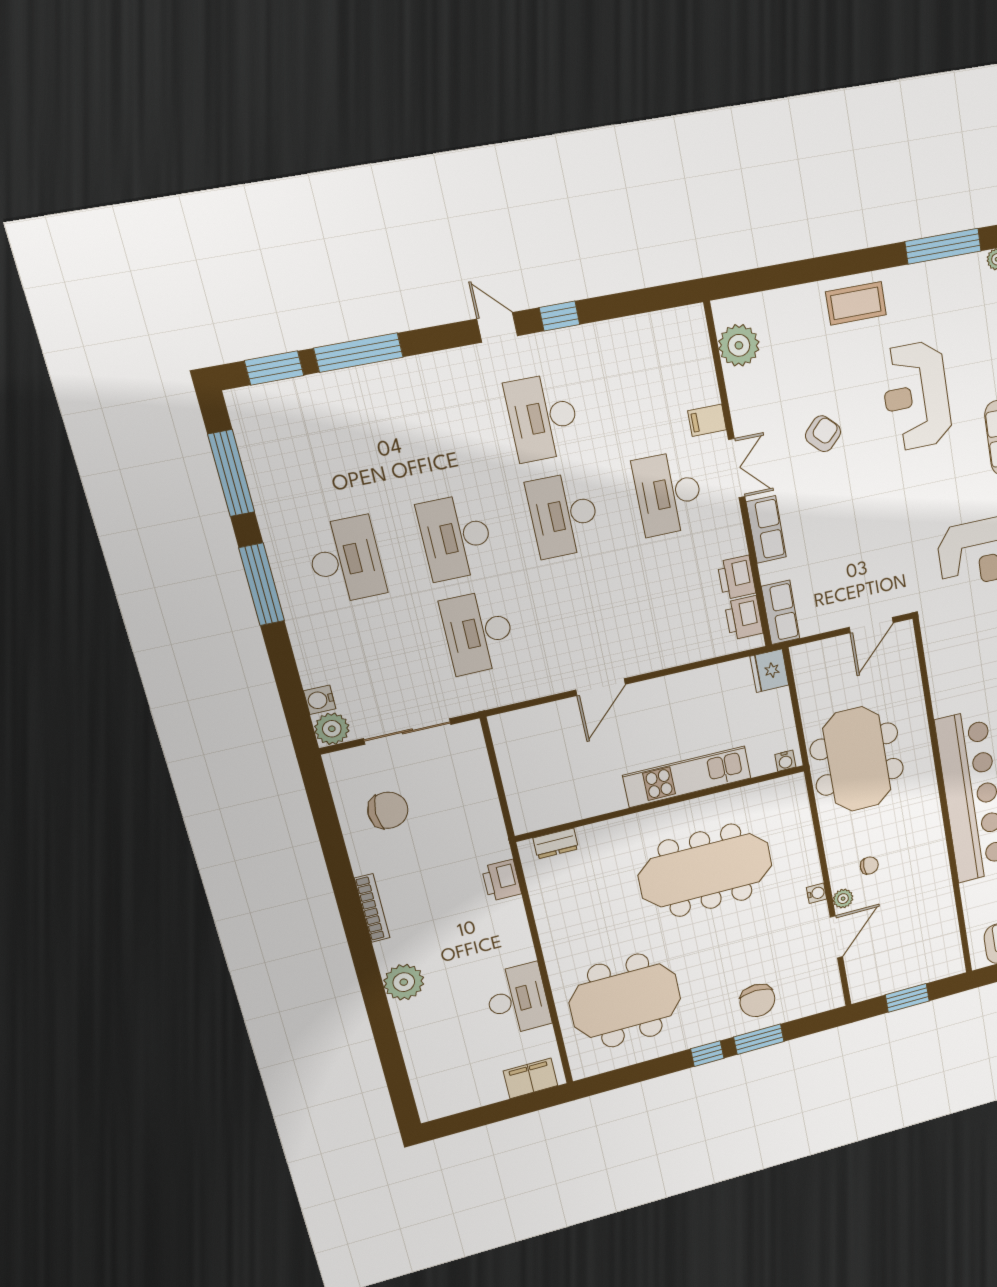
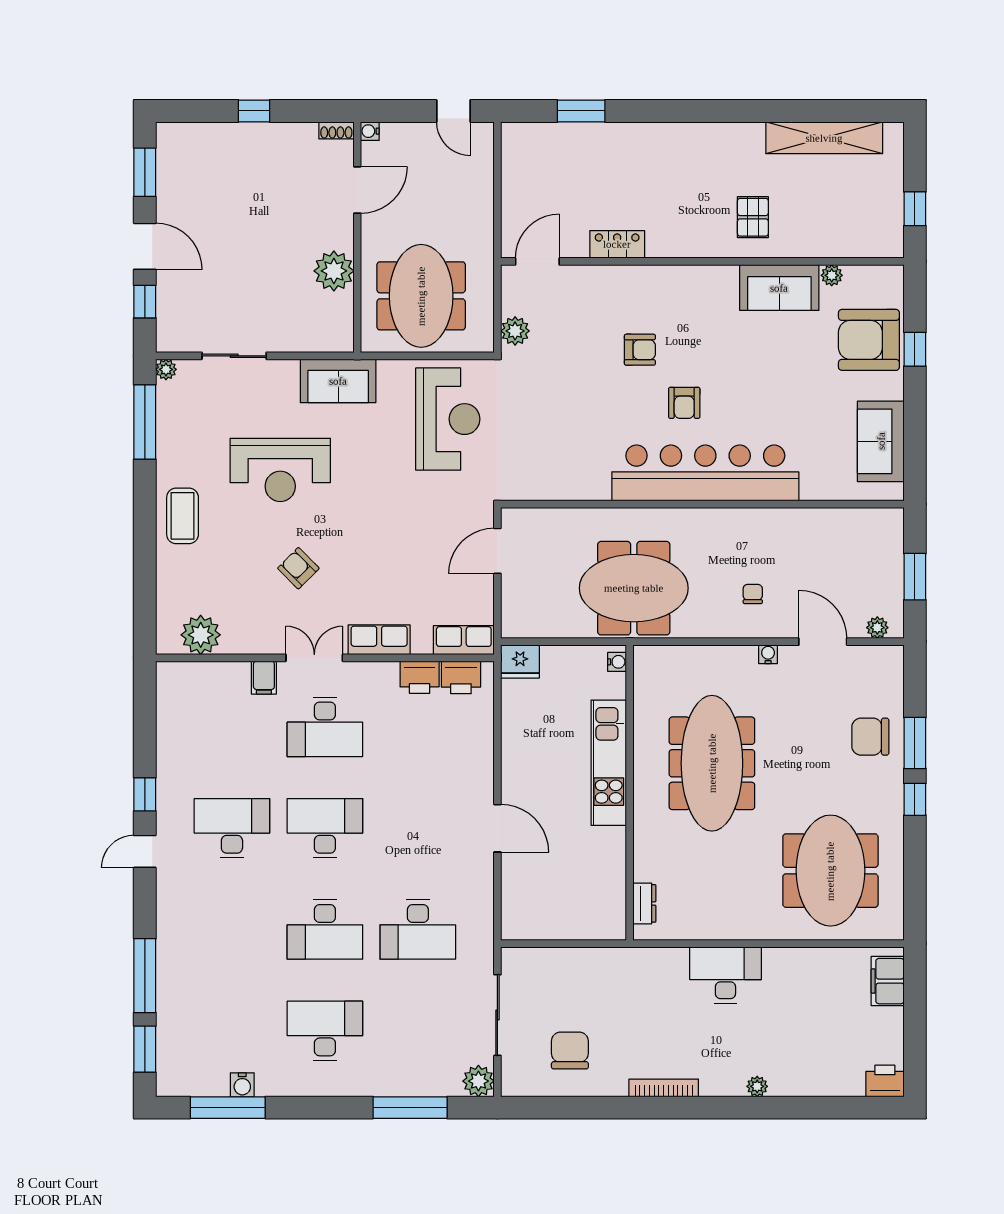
desk: (543, 418) -> (232, 828), turned 180
desk: (564, 515) -> (325, 828), turned 180
window: (262, 584) -> (410, 1108), moved
door: (871, 625) -> (497, 551), swing flipped
water cooler: (320, 700) -> (242, 1085), moved
printer: (502, 880) -> (885, 1081), moved, turned 180
plant: (843, 899) -> (877, 628), moved
plant: (404, 982) -> (757, 1086), width x0.53, depth x0.53
desk: (517, 999) -> (725, 975), moved
chair: (757, 1000) -> (870, 737), turned 180

